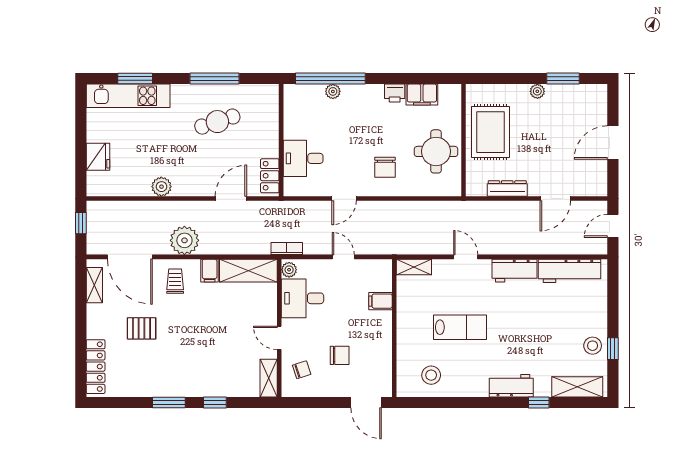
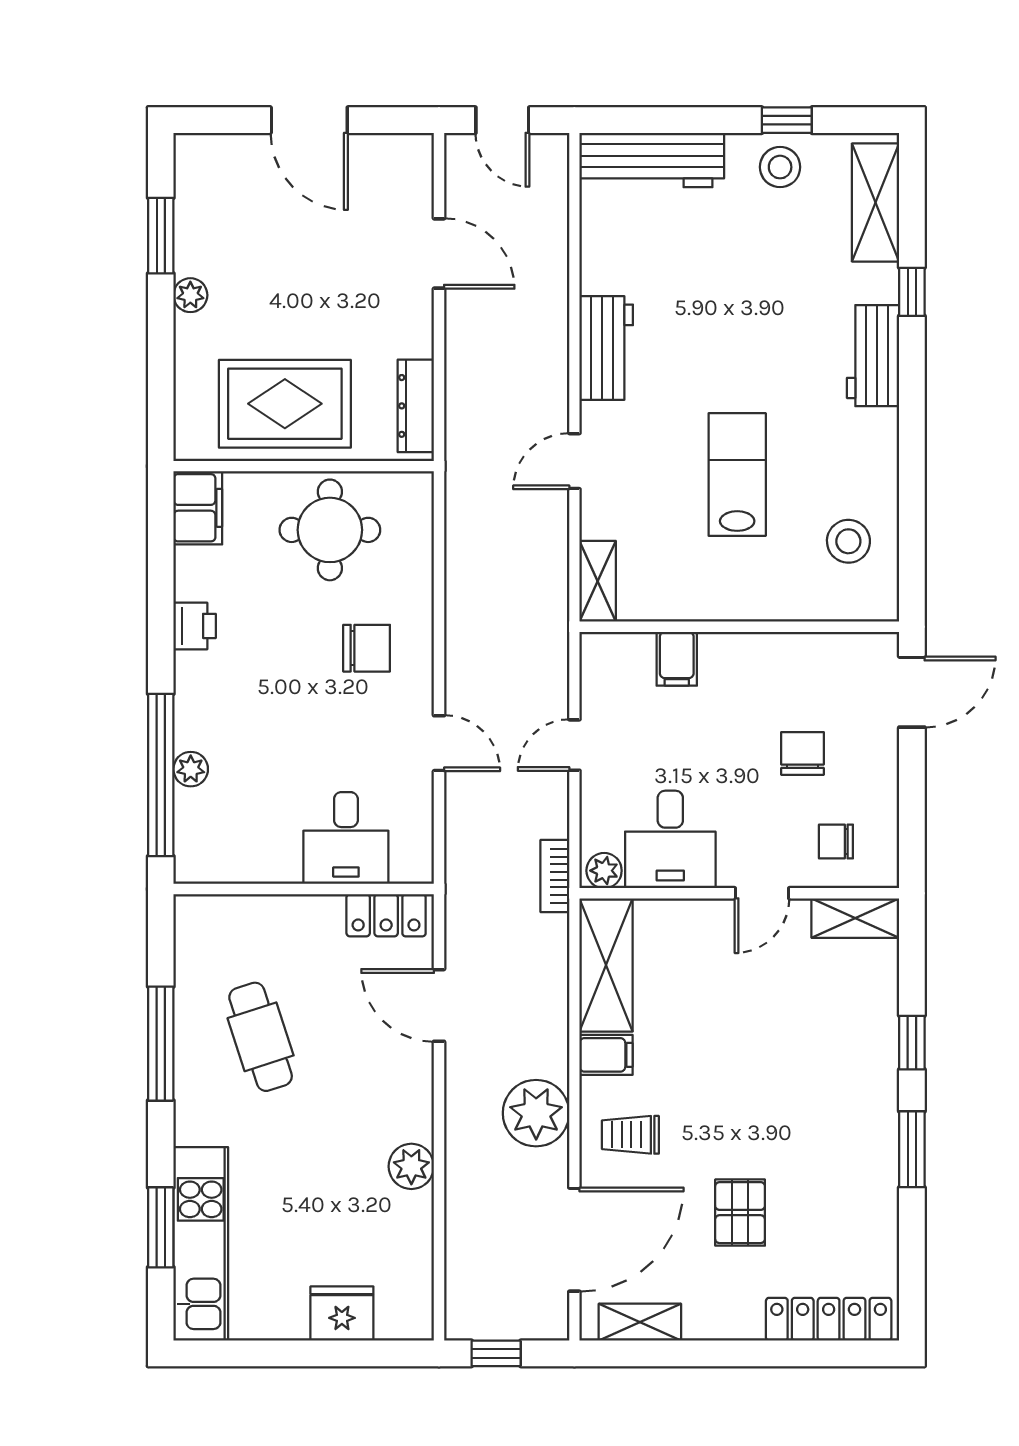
filing cabinet: (422, 95) -> (198, 508), moved
dresser: (507, 189) -> (416, 406), moved
workbench: (569, 271) -> (652, 160), moved, turned 90
chair: (302, 370) -> (836, 842), turned -72

